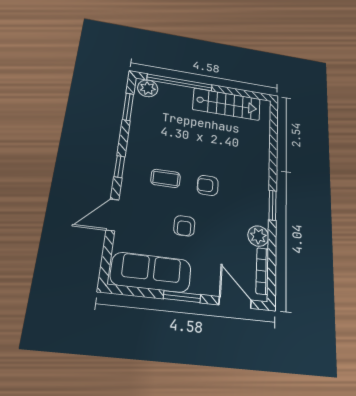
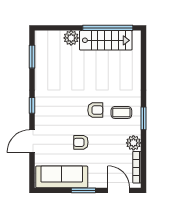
window: (180, 82) -> (108, 28), moved
plant: (148, 88) -> (71, 38), moved
coffee table: (166, 178) -> (121, 112), moved
armchair: (208, 185) -> (95, 110), turned 180
armchair: (184, 226) -> (81, 142), turned 90

